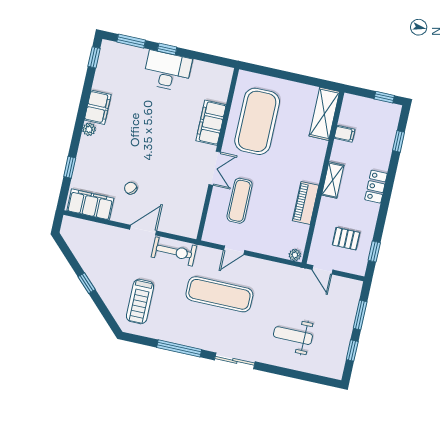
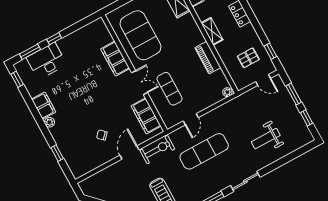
desk: (167, 71) -> (46, 61), moved
filing cabinet: (90, 204) -> (146, 116), moved, turned -90
door: (322, 270) -> (263, 80), moved

